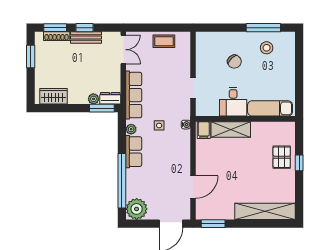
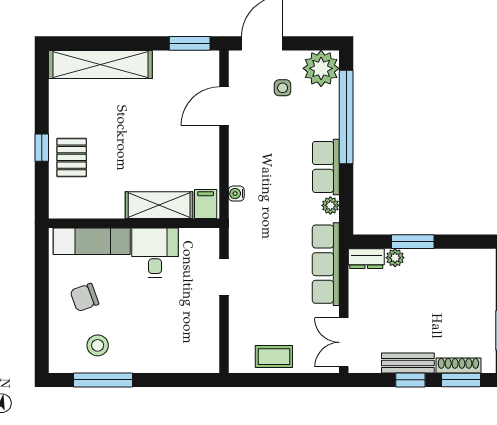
chair: (234, 62) -> (84, 297), moved, turned -67
wardrobe: (54, 96) -> (464, 262), removed
window: (102, 108) -> (413, 242), moved
side table: (159, 125) -> (283, 88), moved
water cooler: (186, 125) -> (236, 194), moved

